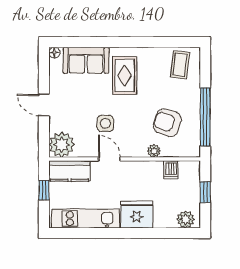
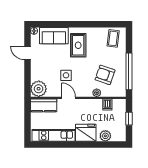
door: (44, 105) -> (27, 53), moved
window: (44, 190) -> (27, 117), removed
plant: (185, 219) -> (105, 136), moved

